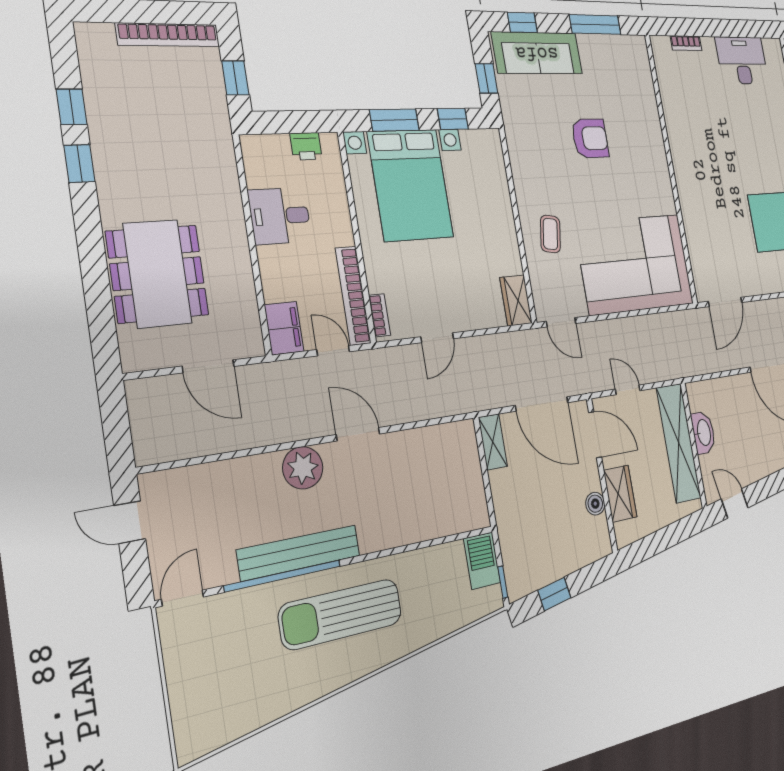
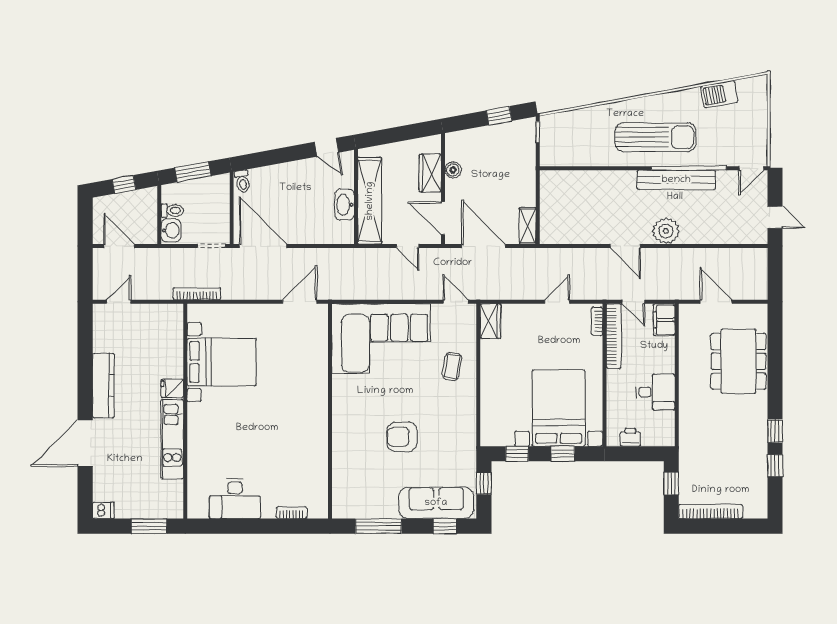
window: (394, 120) -> (563, 454), width x0.67
barbecue: (482, 561) -> (719, 94), moved, turned 80

